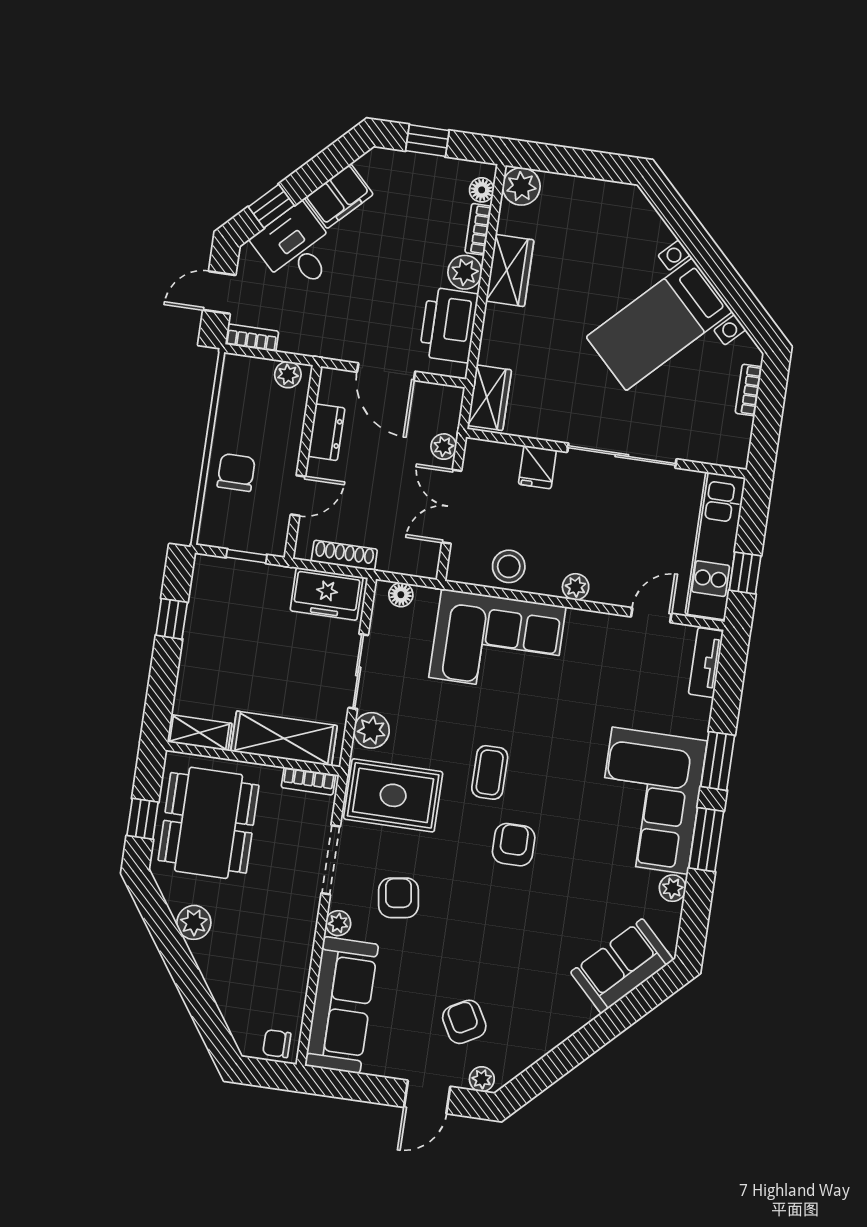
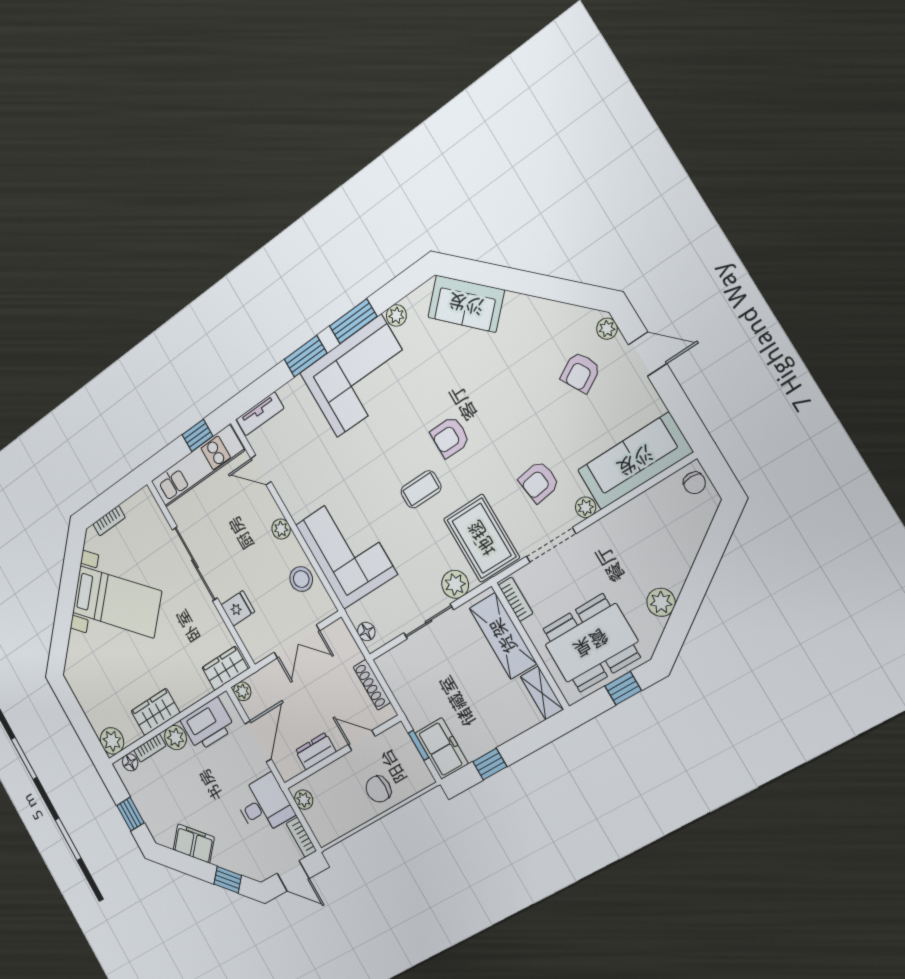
desk: (297, 248) -> (264, 805), moved, turned -135
plant: (444, 447) -> (242, 691), moved
freezer: (327, 594) -> (442, 748), moved

